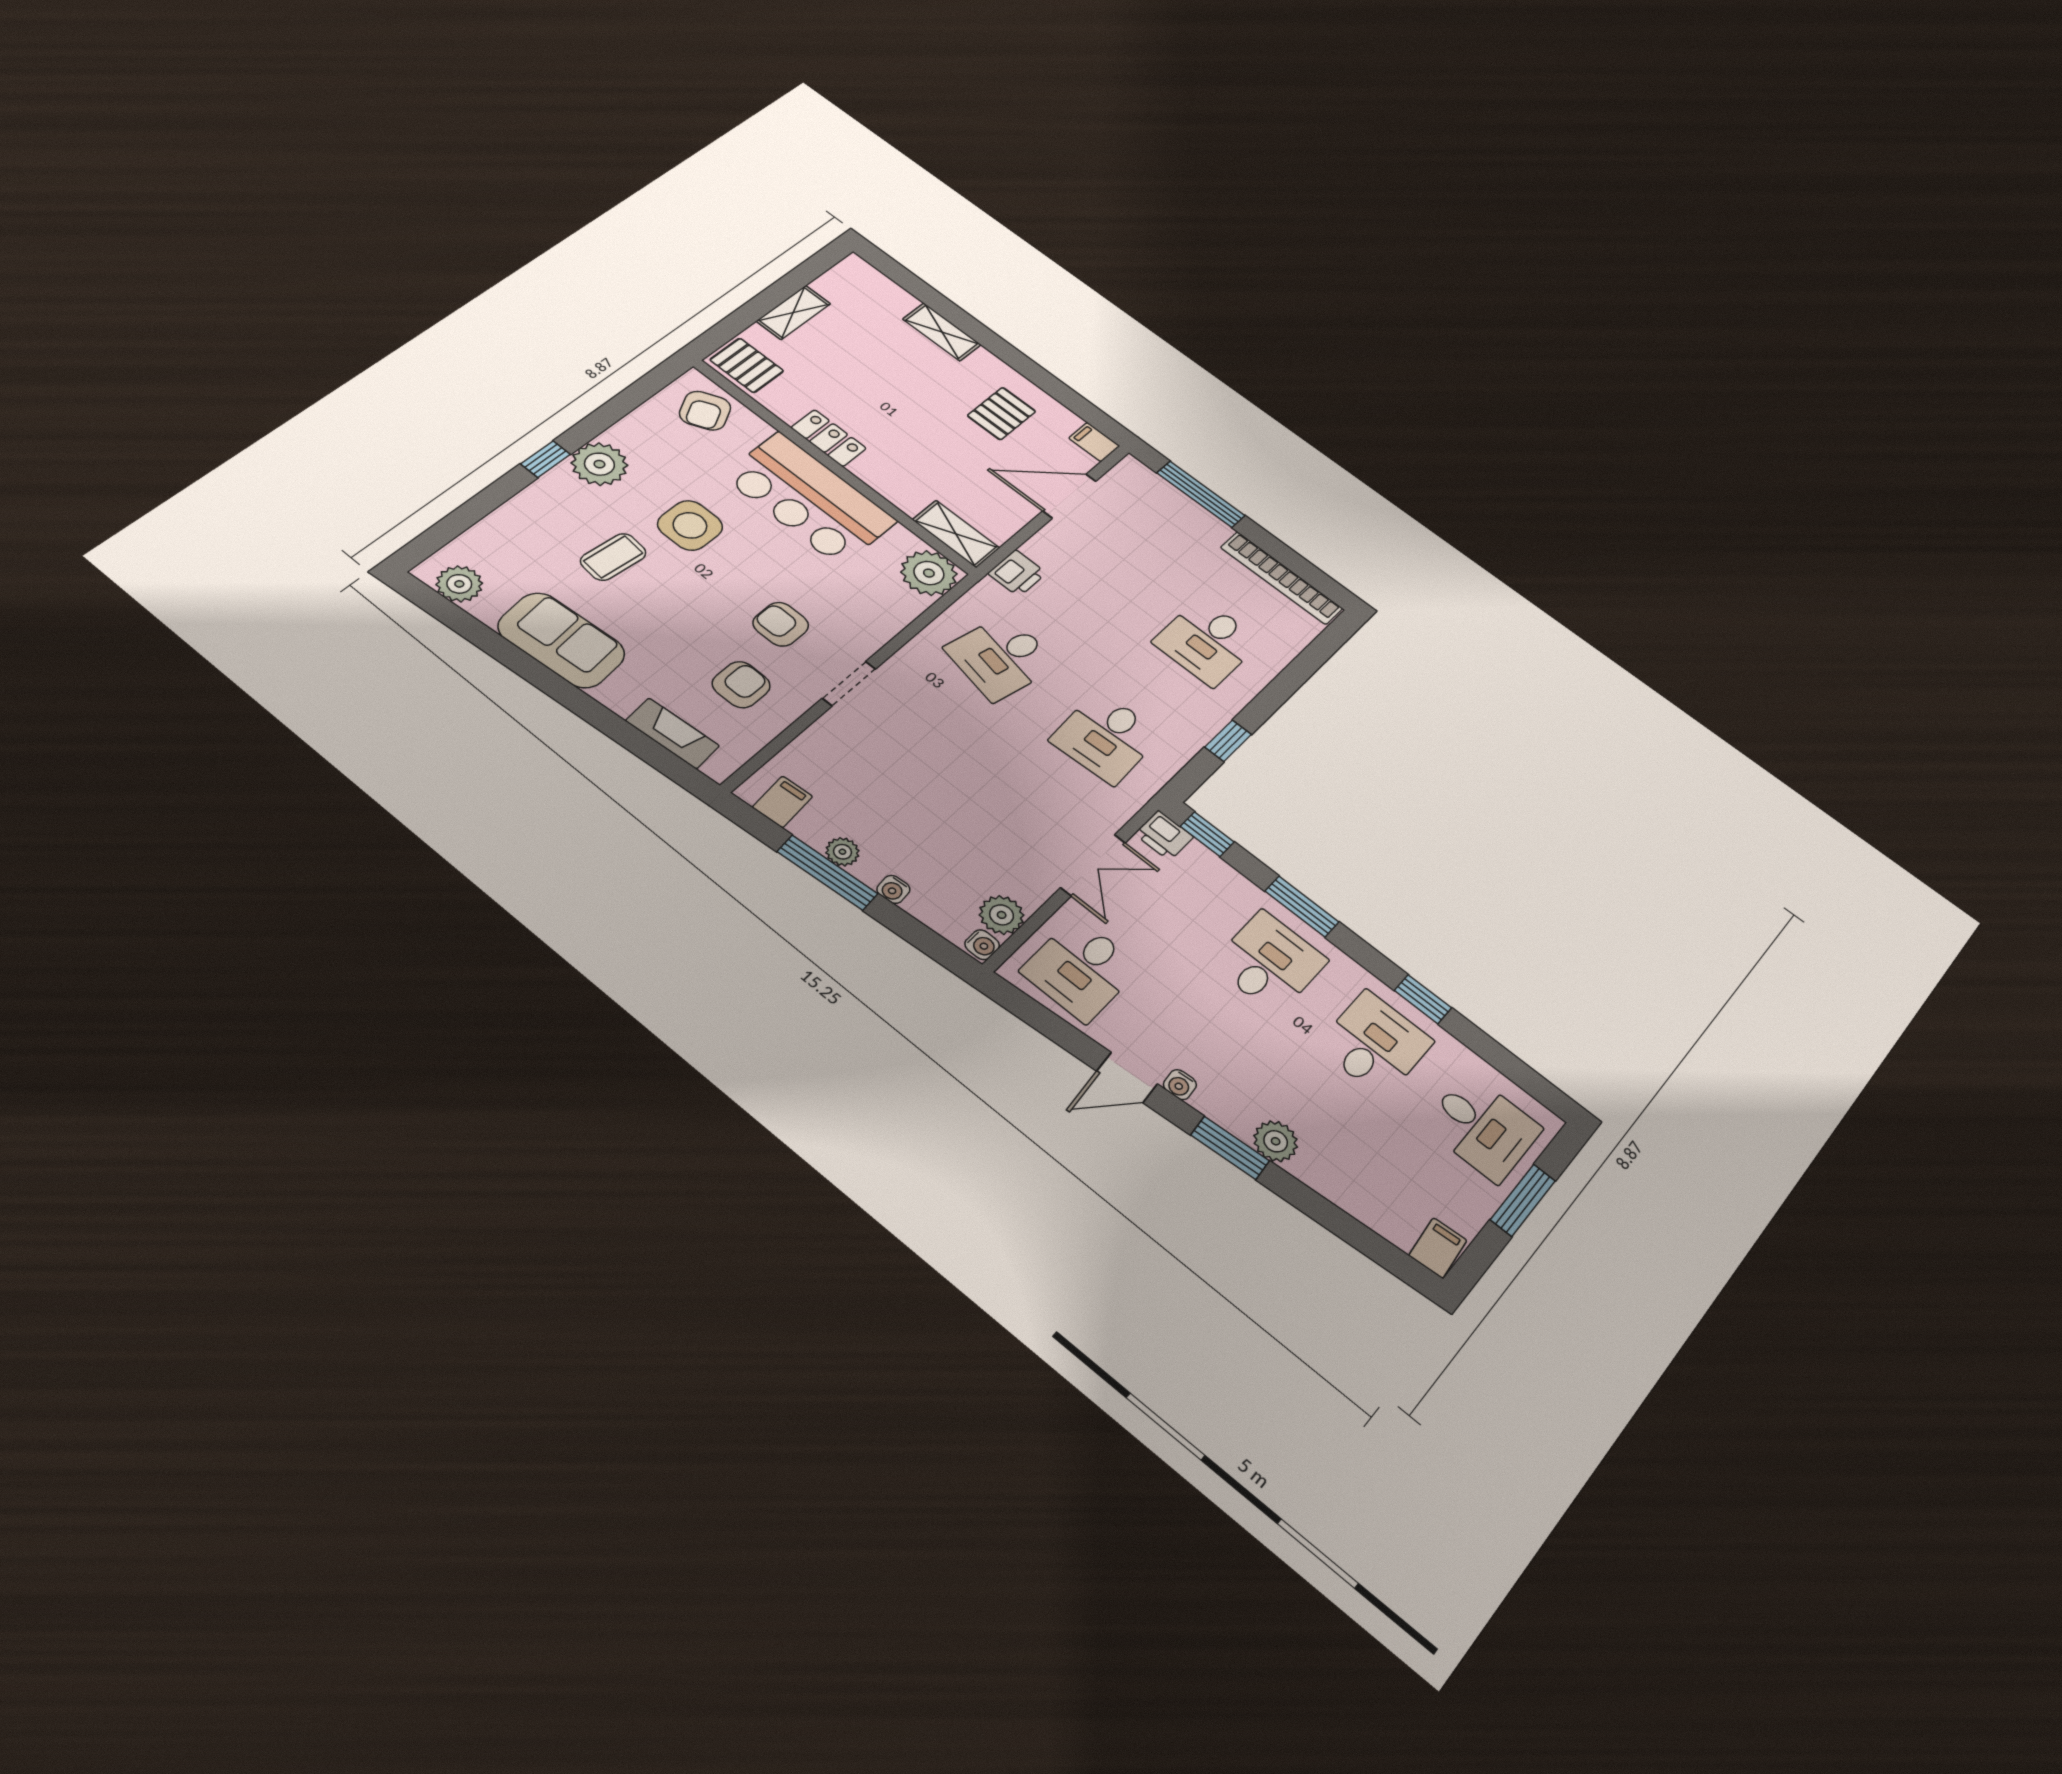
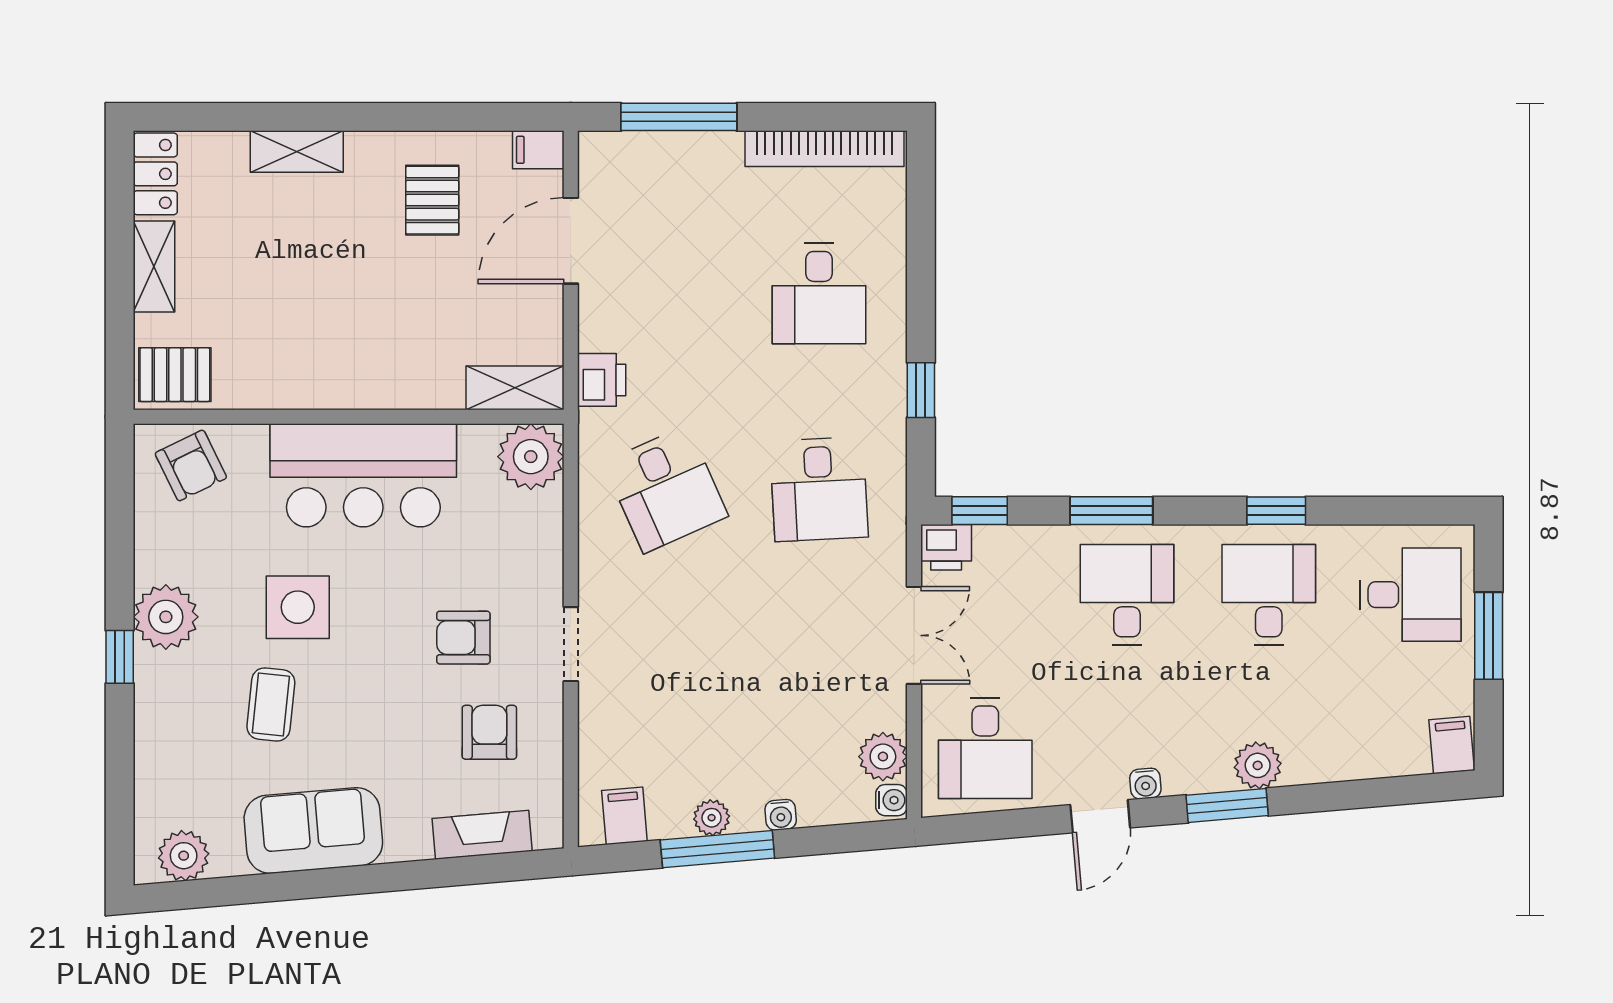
locker: (828, 438) -> (155, 174), moved, turned 90
desk: (1001, 657) -> (666, 489), turned -36

